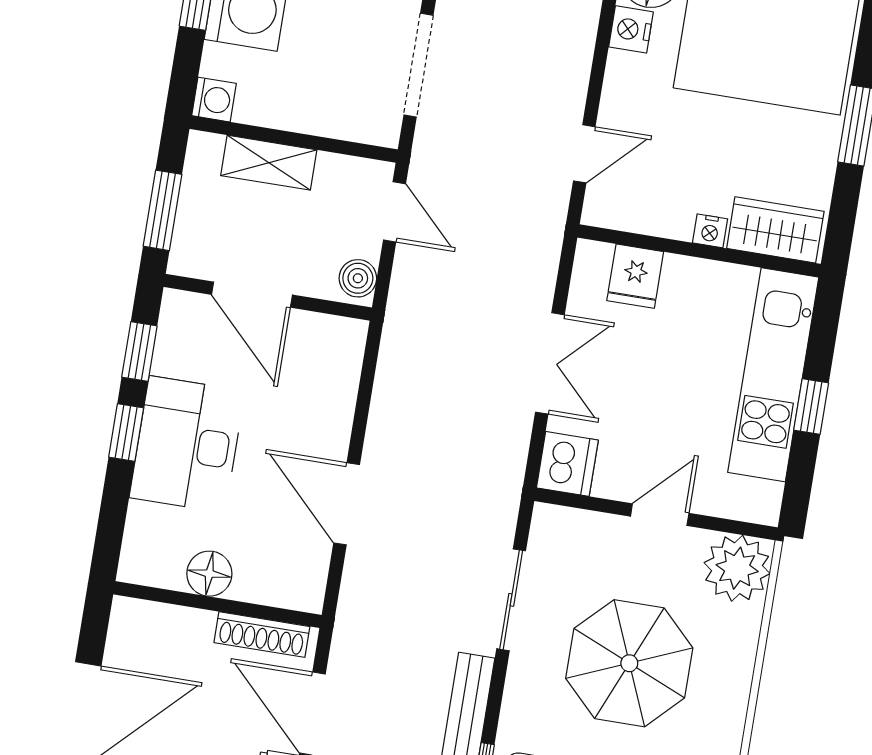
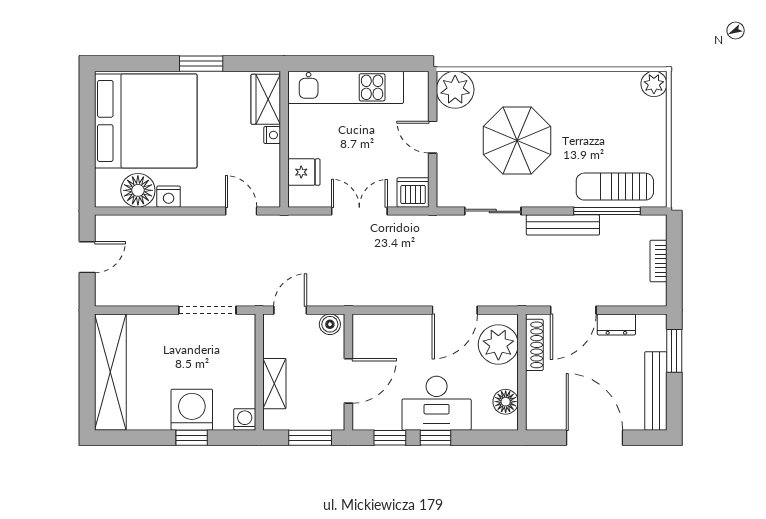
window: (811, 407) -> (360, 64), removed
plant: (273, 571) -> (498, 344), added
floor lamp: (209, 574) -> (506, 402), moved

